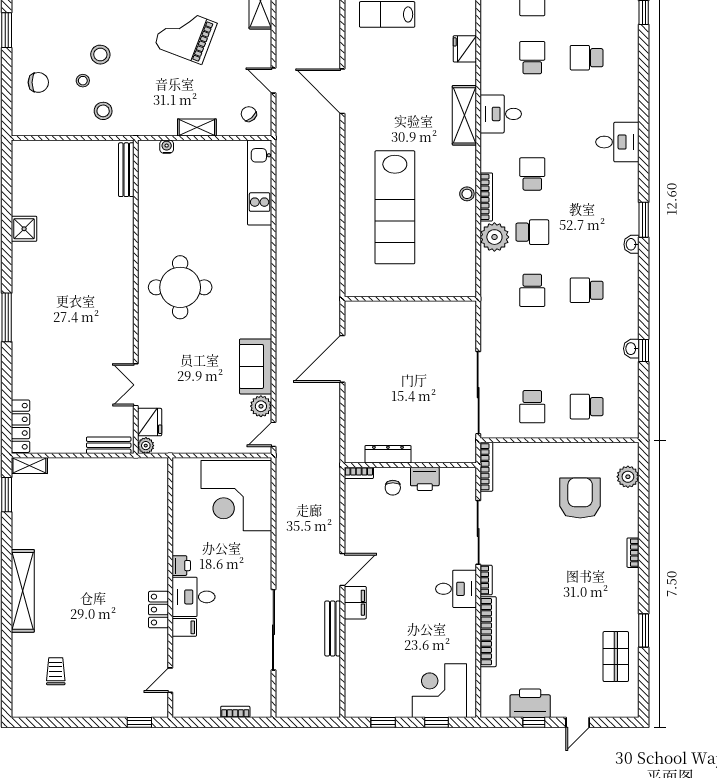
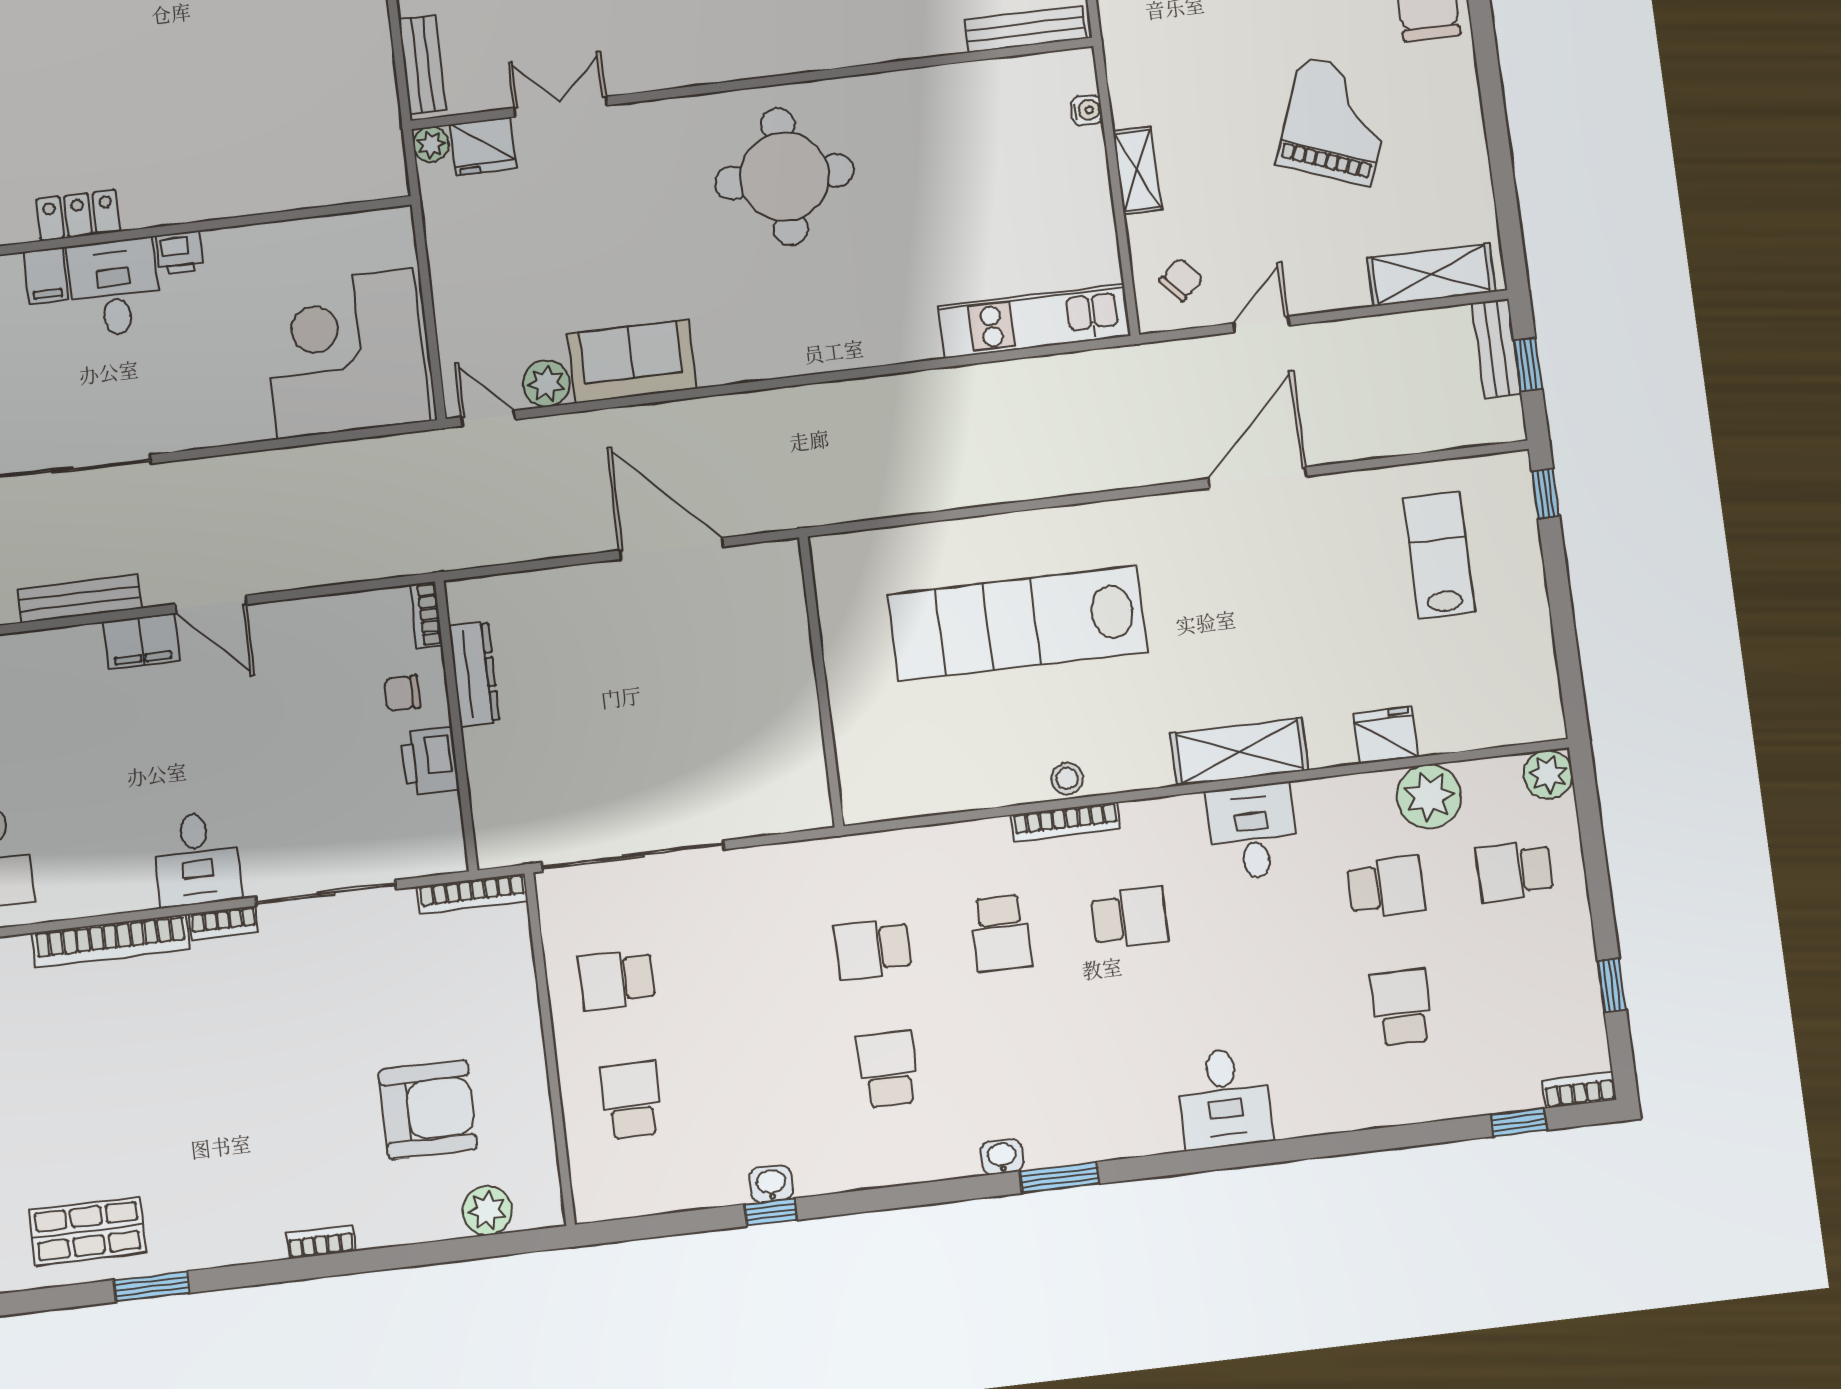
plant: (494, 237) -> (1429, 796), moved

